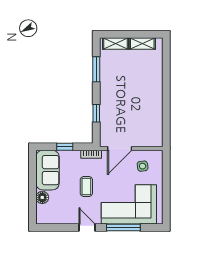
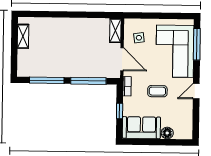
shelving: (115, 44) -> (115, 31), moved
window: (96, 69) -> (47, 80), width x1.44
window: (96, 113) -> (88, 81), width x2.17
window: (123, 227) -> (197, 44), moved

